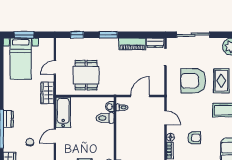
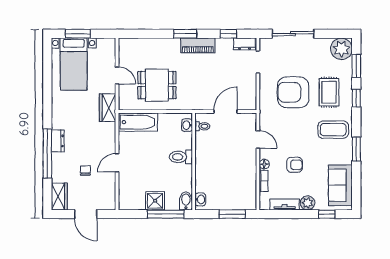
window: (77, 35) -> (228, 34), moved
piano: (132, 44) -> (198, 45), moved
door: (55, 68) -> (117, 75), swing flipped
dining table: (86, 75) -> (157, 85), turned 90
bathtub: (63, 112) -> (138, 122), moved, turned 90
toilet: (105, 118) -> (181, 157), moved

